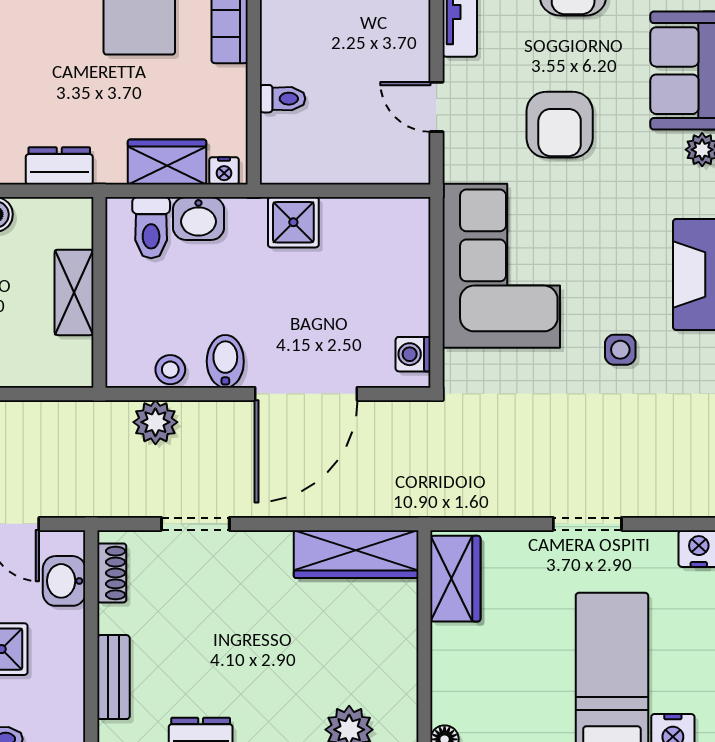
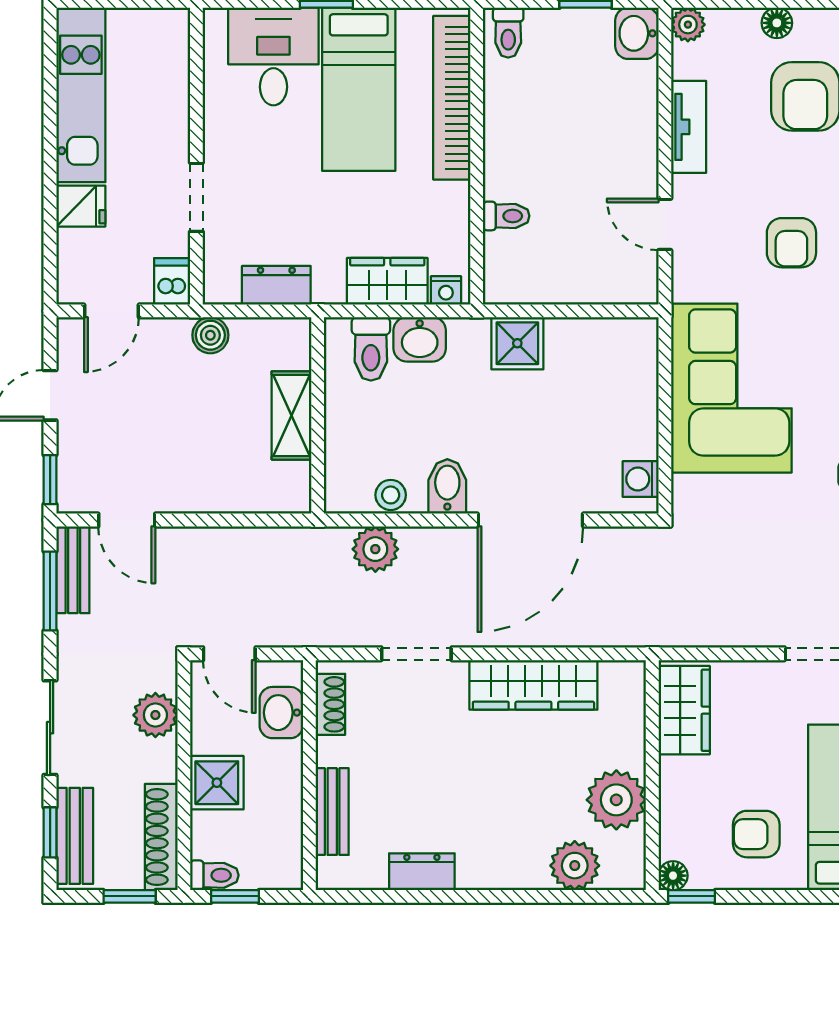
armchair: (560, 125) -> (791, 243), width x0.72, depth x0.72
wardrobe: (356, 554) -> (533, 685), moved
plant: (389, 666) -> (616, 800), added
armchair: (525, 699) -> (756, 834), added

